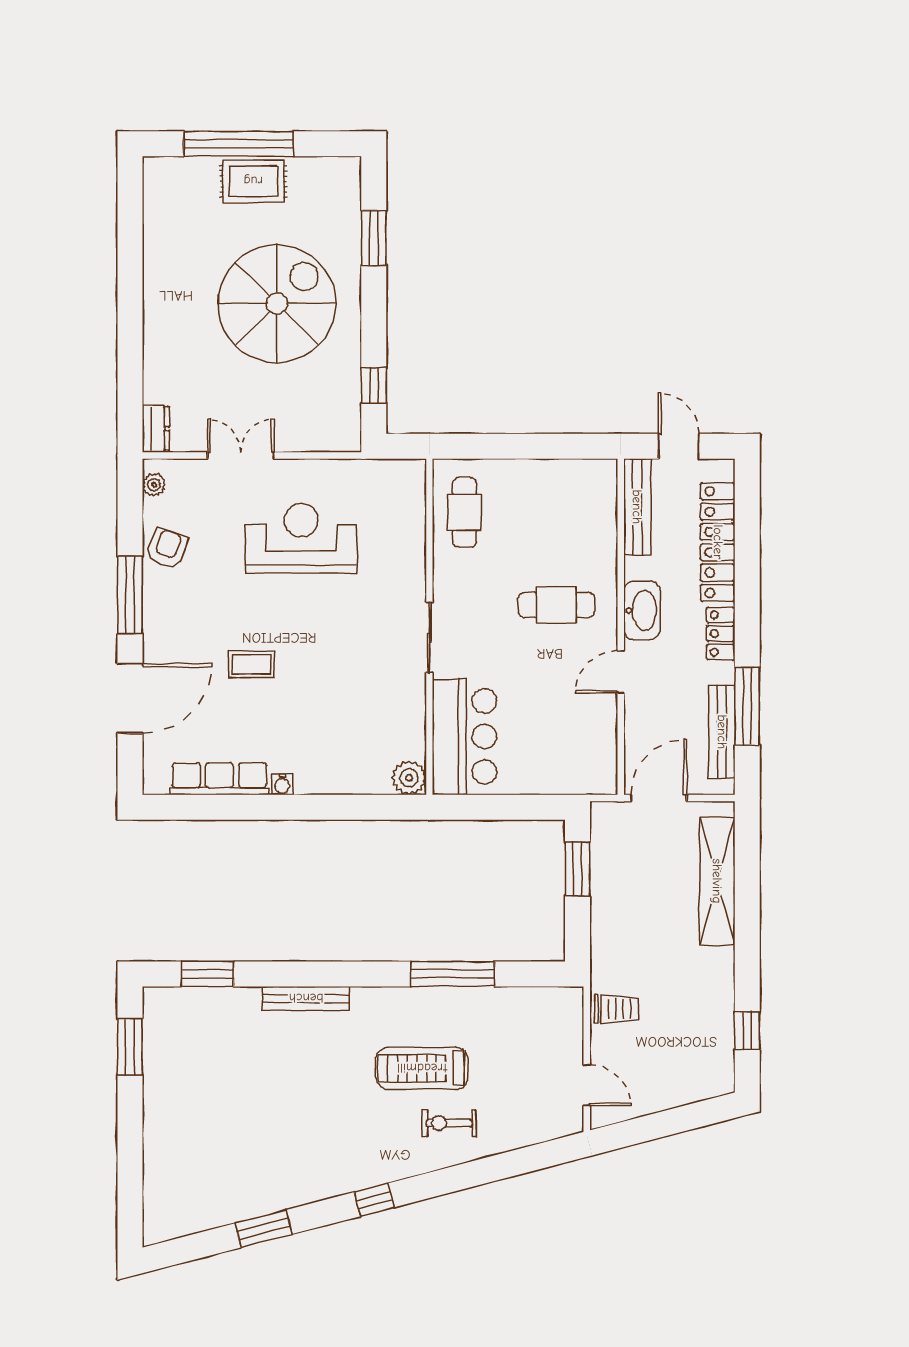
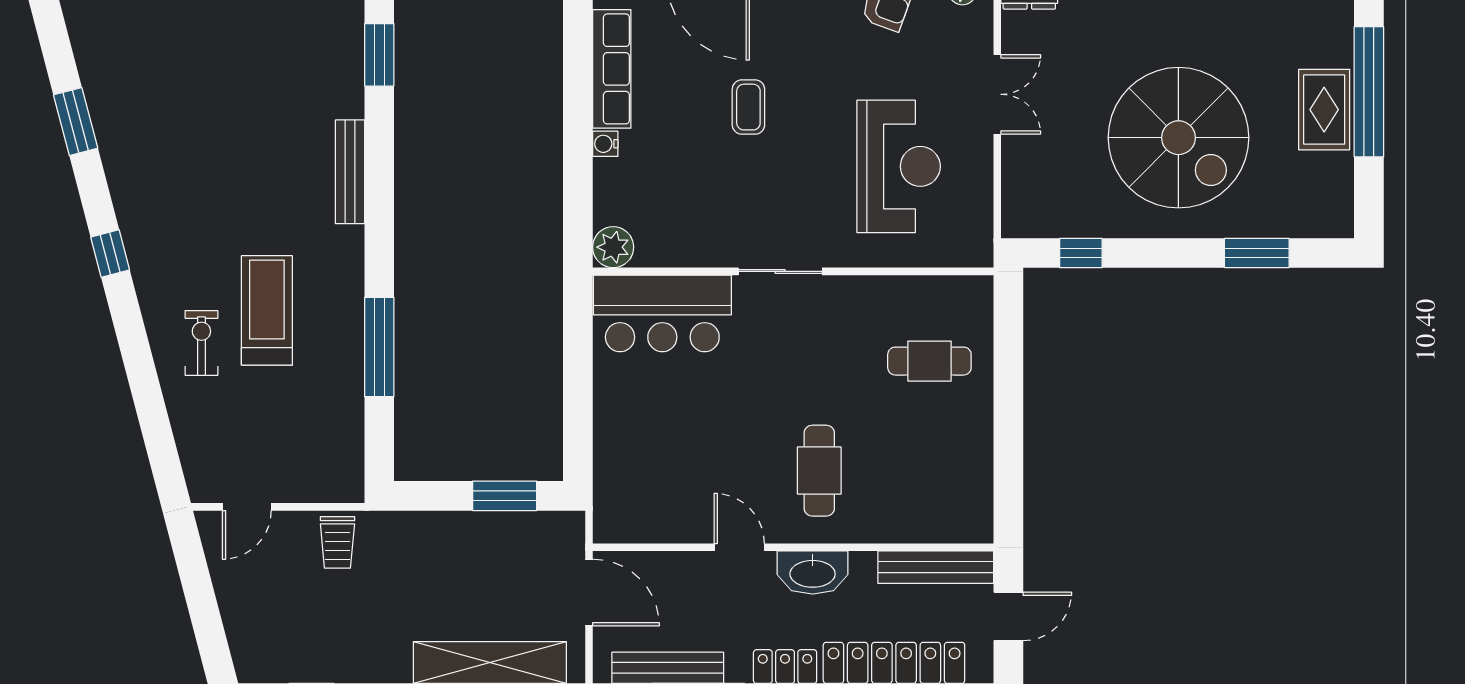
wall: (429, 627) -> (793, 271), moved
sliding door: (429, 638) -> (780, 271), moved
bar counter: (465, 736) -> (662, 313), moved
plant: (409, 778) -> (613, 247), moved

